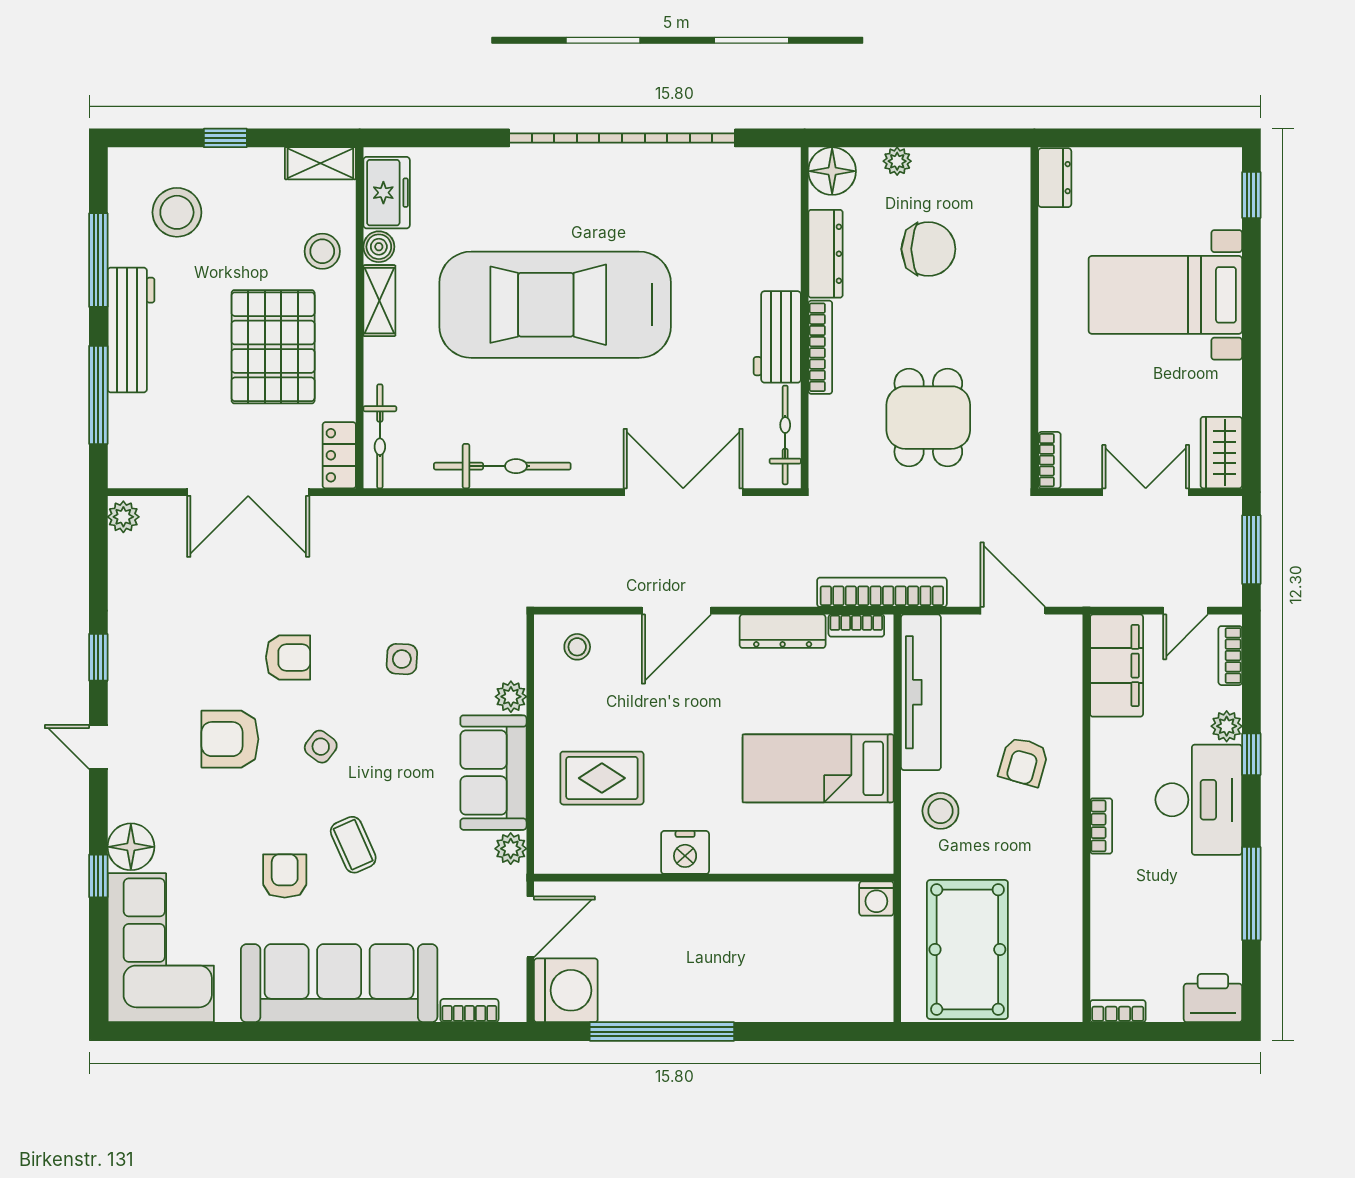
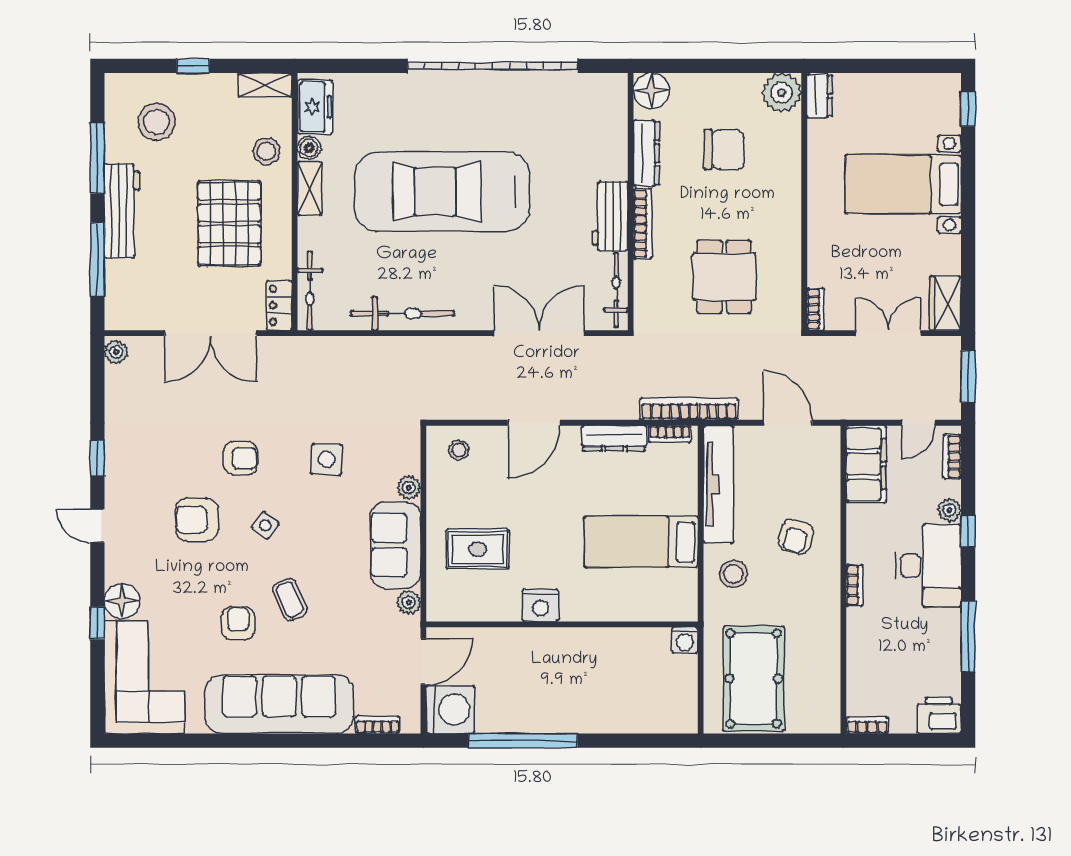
plant: (897, 161) -> (782, 93), moved, width x1.88, depth x1.88
side table: (402, 659) -> (327, 459), width x1.37, depth x1.37

